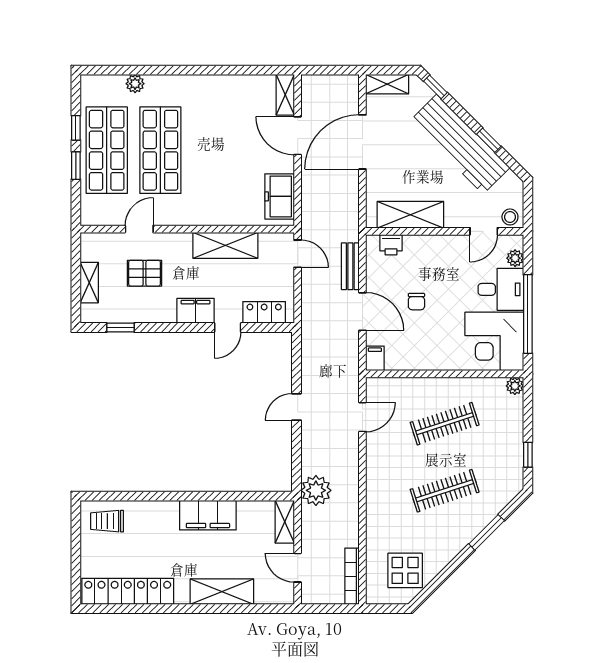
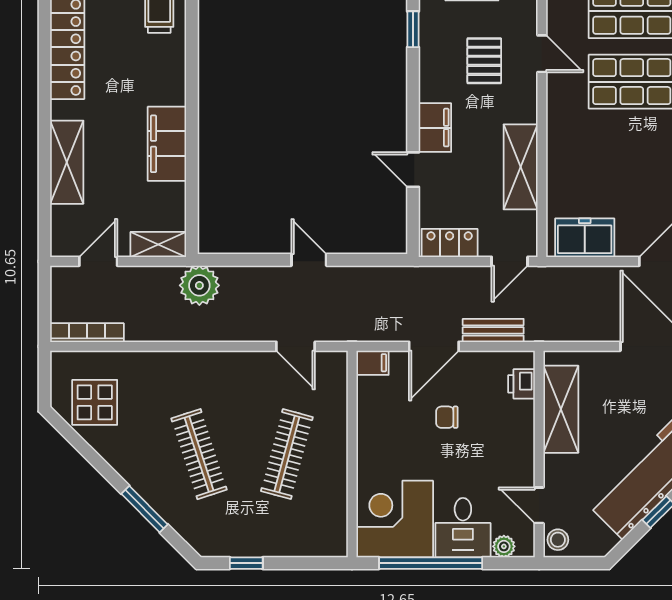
locker: (264, 312) -> (450, 243), moved, turned -90
plant: (515, 386) -> (336, 546), removed
clothes rail: (445, 424) -> (287, 454), turned 33

